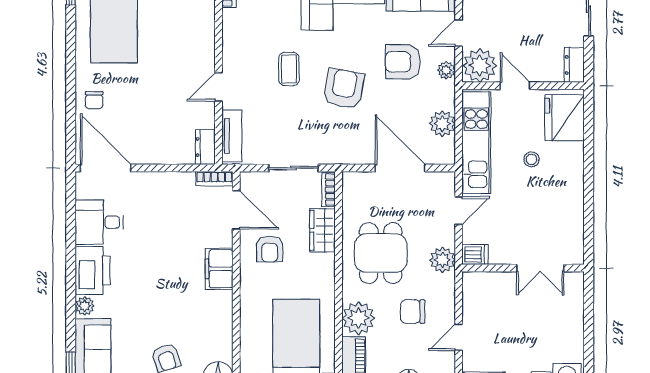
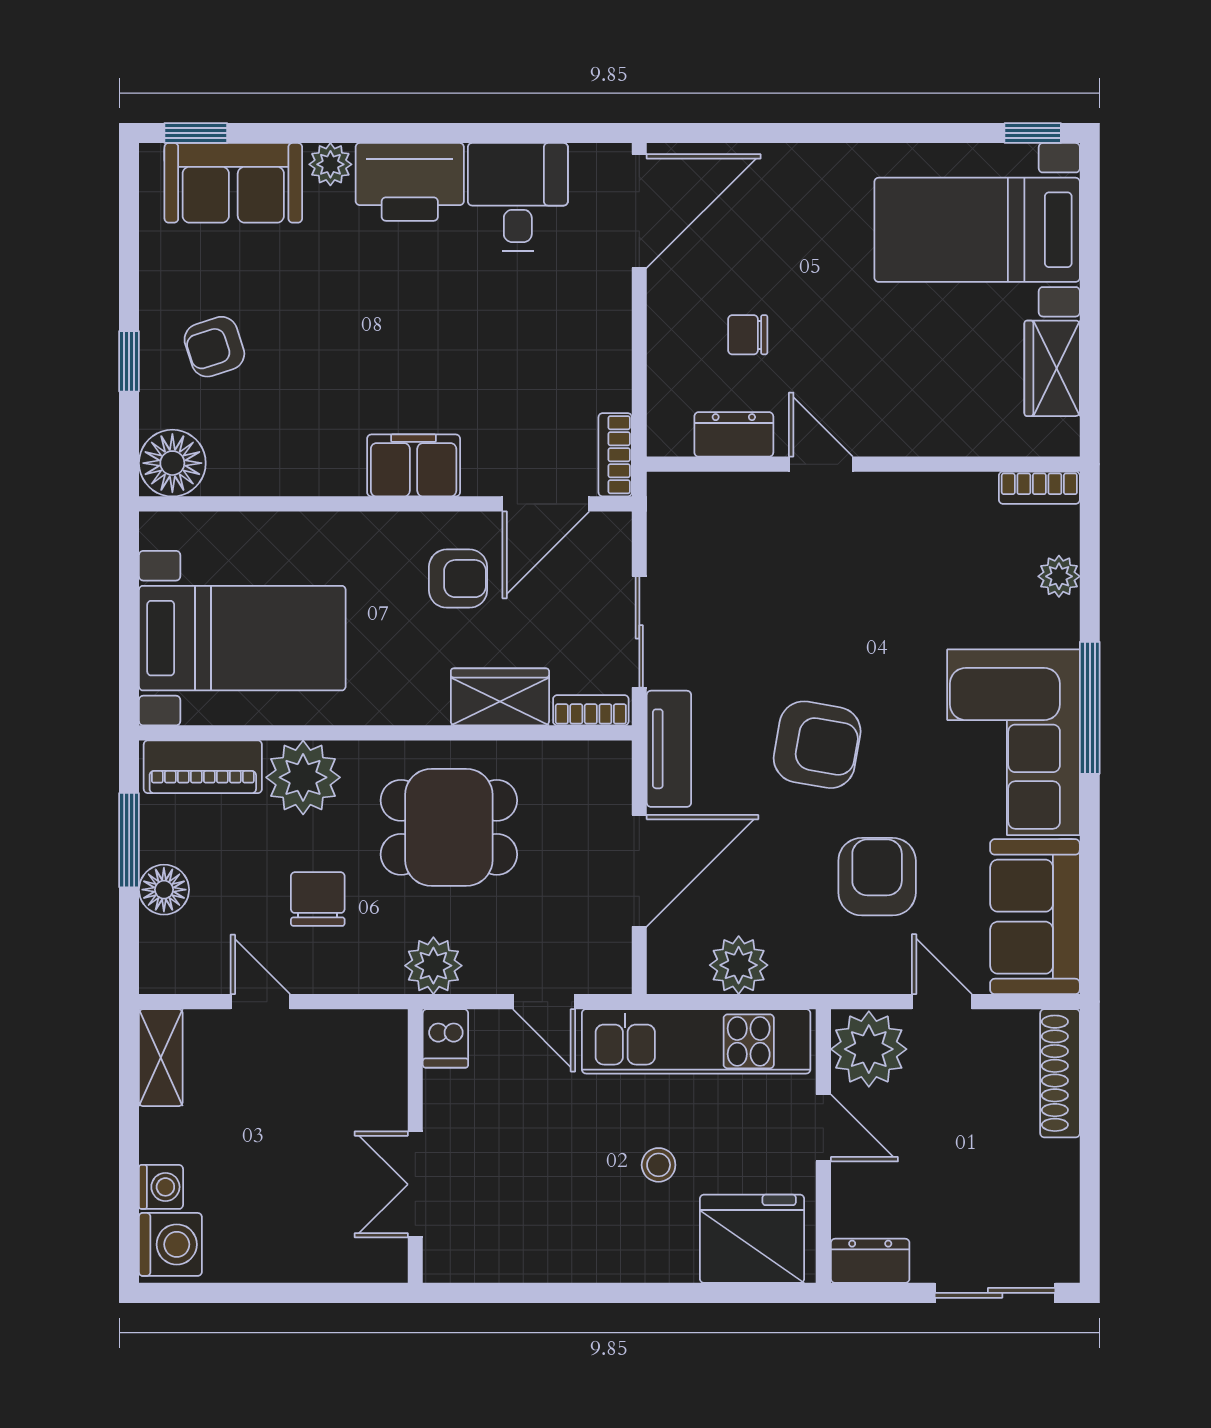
coffee table: (289, 69) -> (861, 622), removed
plant: (446, 70) -> (858, 974), removed
door: (515, 86) -> (823, 1128), hinge flipped
chair: (94, 100) -> (748, 335), moved
tv unit: (232, 136) -> (669, 749), moved, turned -90
dresser: (205, 147) -> (734, 434), moved
armchair: (270, 249) -> (458, 579), turned 180

